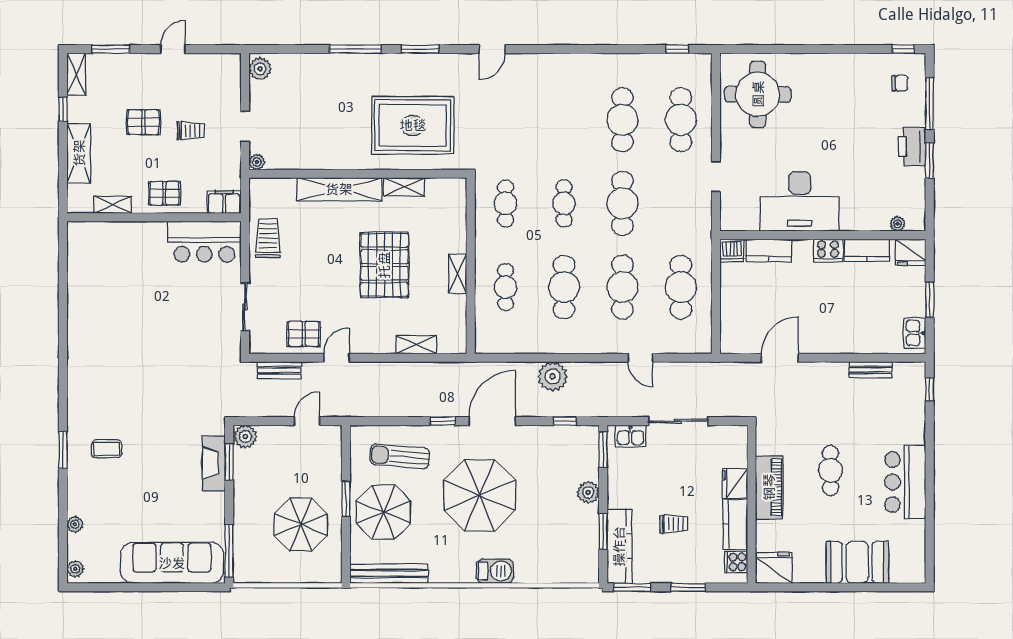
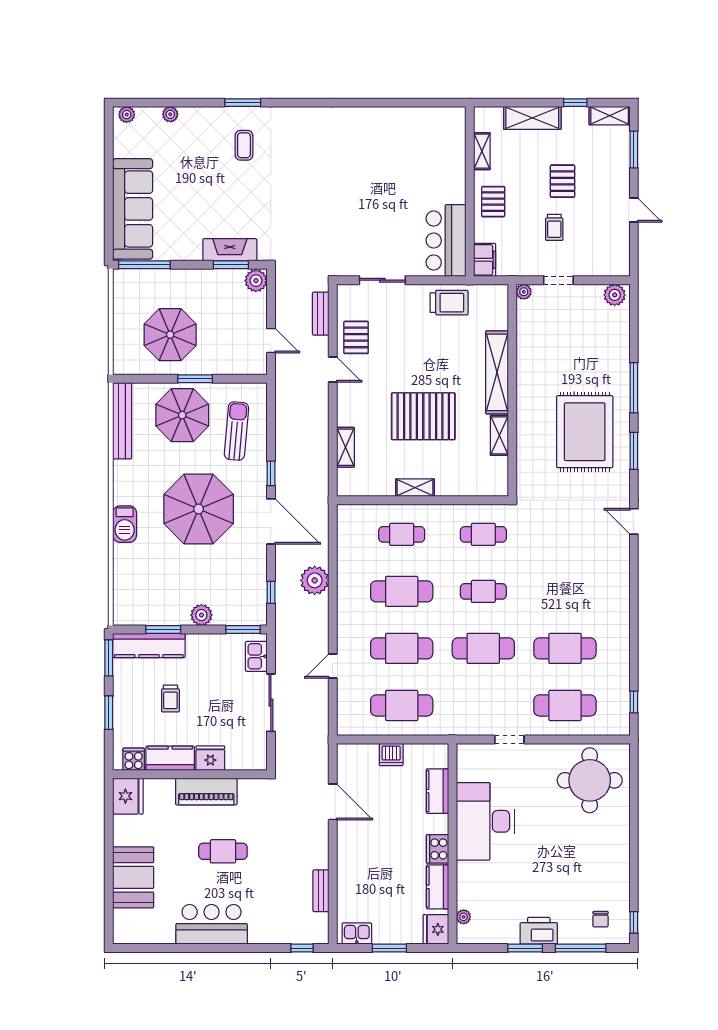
rug: (413, 125) -> (585, 432), moved
dishwasher: (732, 250) -> (391, 755), moved, turned -90

